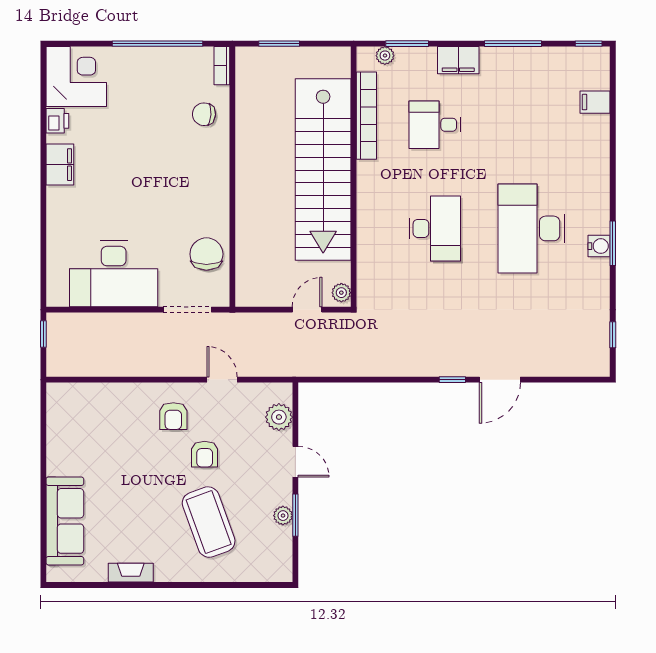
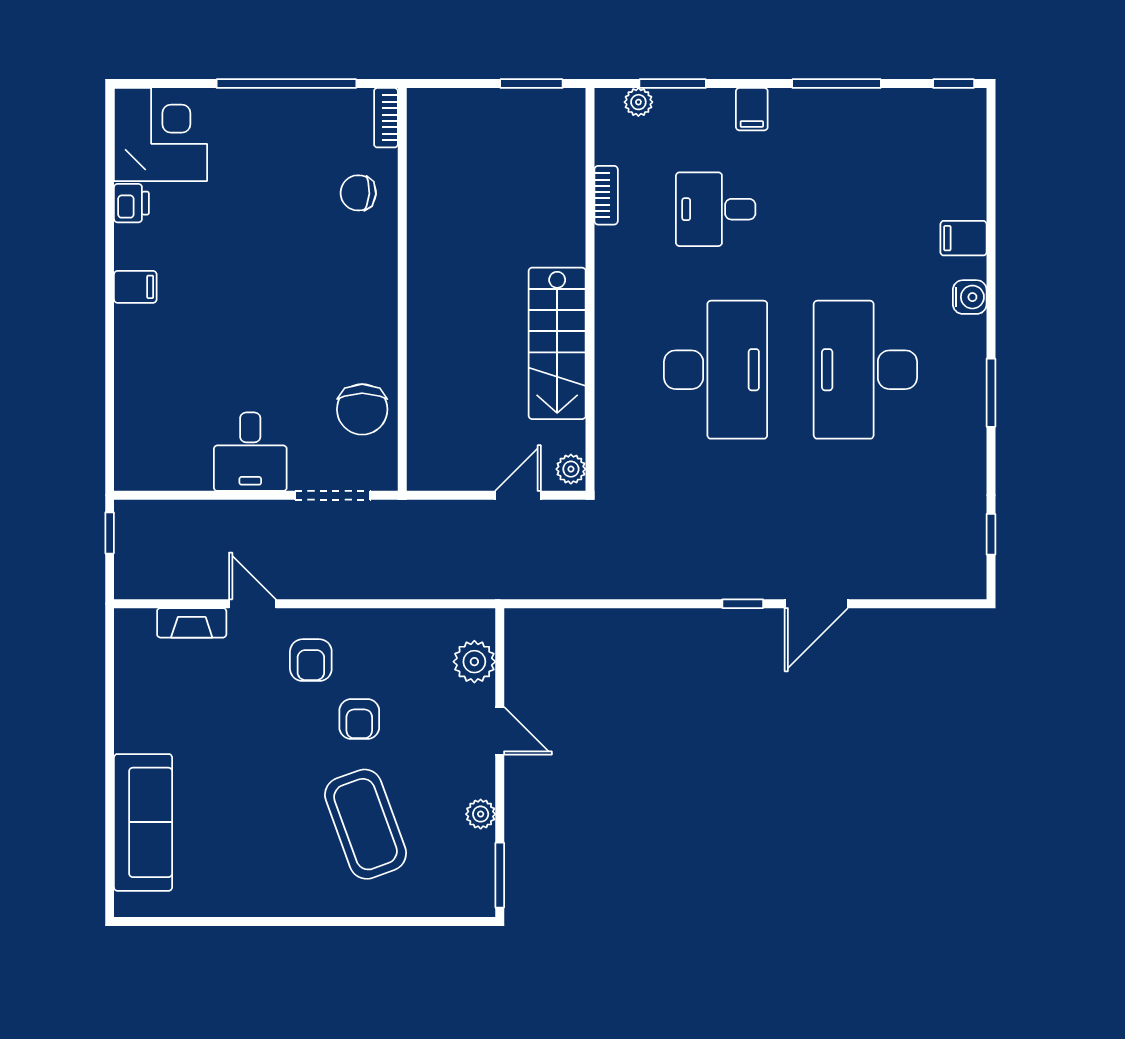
window: (279, 44) -> (531, 84), moved
filing cabinet: (458, 60) -> (752, 109), width x0.50
filing cabinet: (595, 102) -> (963, 238), moved
bookcase: (366, 116) -> (606, 195), width x0.43, depth x0.76
filing cabinet: (60, 165) -> (135, 287), width x0.50
stairs: (323, 169) -> (557, 343), width x0.54, depth x0.66
desk: (435, 228) -> (716, 370), width x1.36, depth x1.30
water cooler: (599, 246) -> (970, 297), moved
chair: (206, 254) -> (362, 409), turned 180
desk: (114, 274) -> (250, 452), width x0.53, depth x0.77
door: (222, 380) -> (252, 604), moved
window: (295, 515) -> (500, 875), moved
fireplace: (131, 573) -> (192, 623), moved, turned 180

